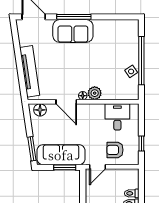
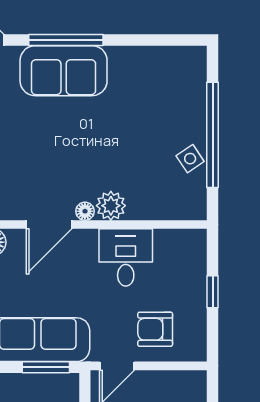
door: (66, 102) -> (49, 224), hinge flipped
desk: (117, 117) -> (126, 257), moved
window: (141, 143) -> (213, 292), moved

